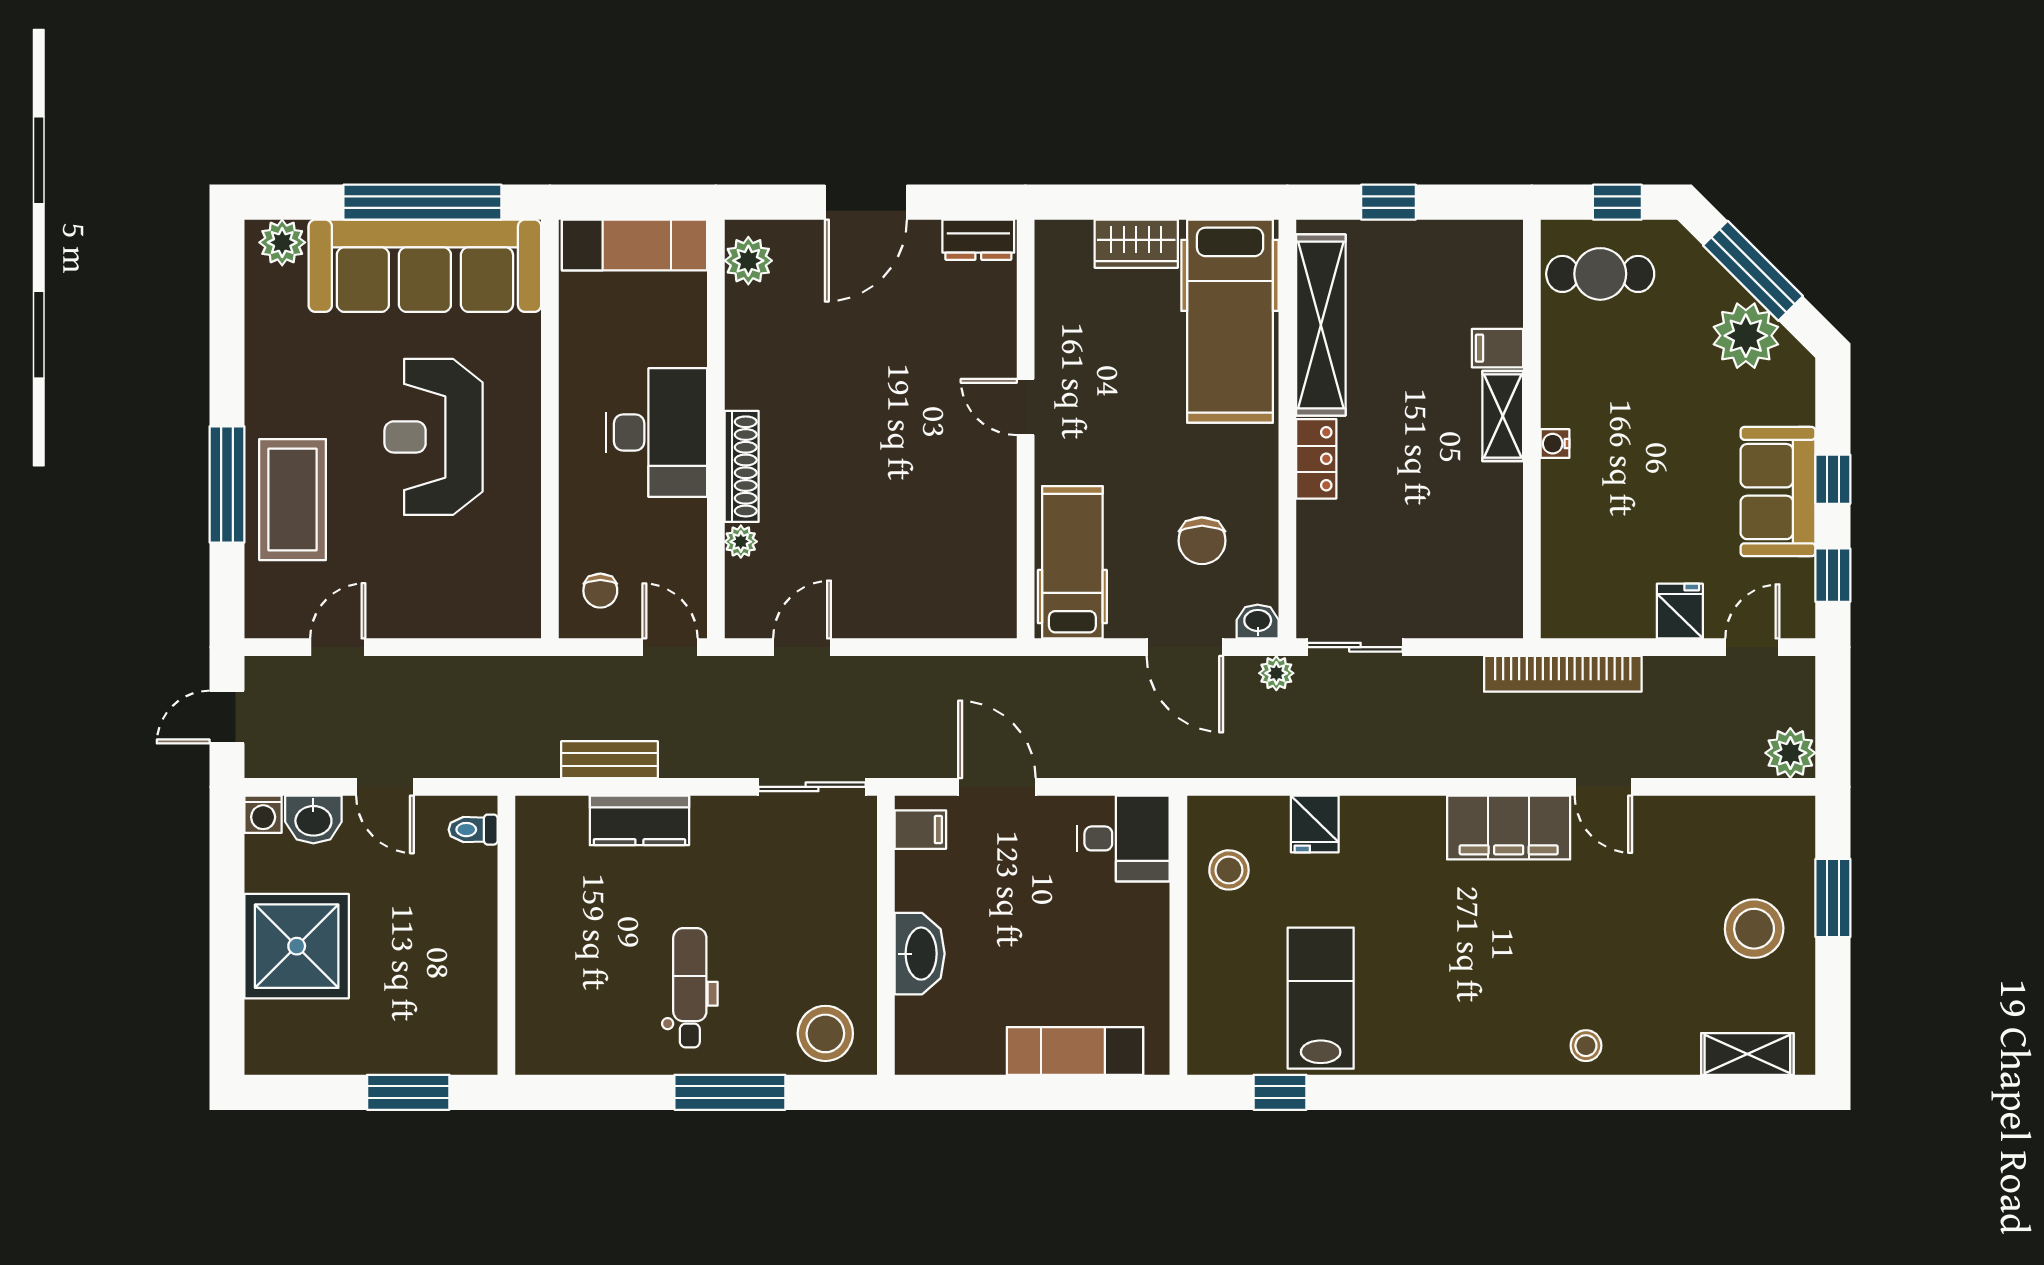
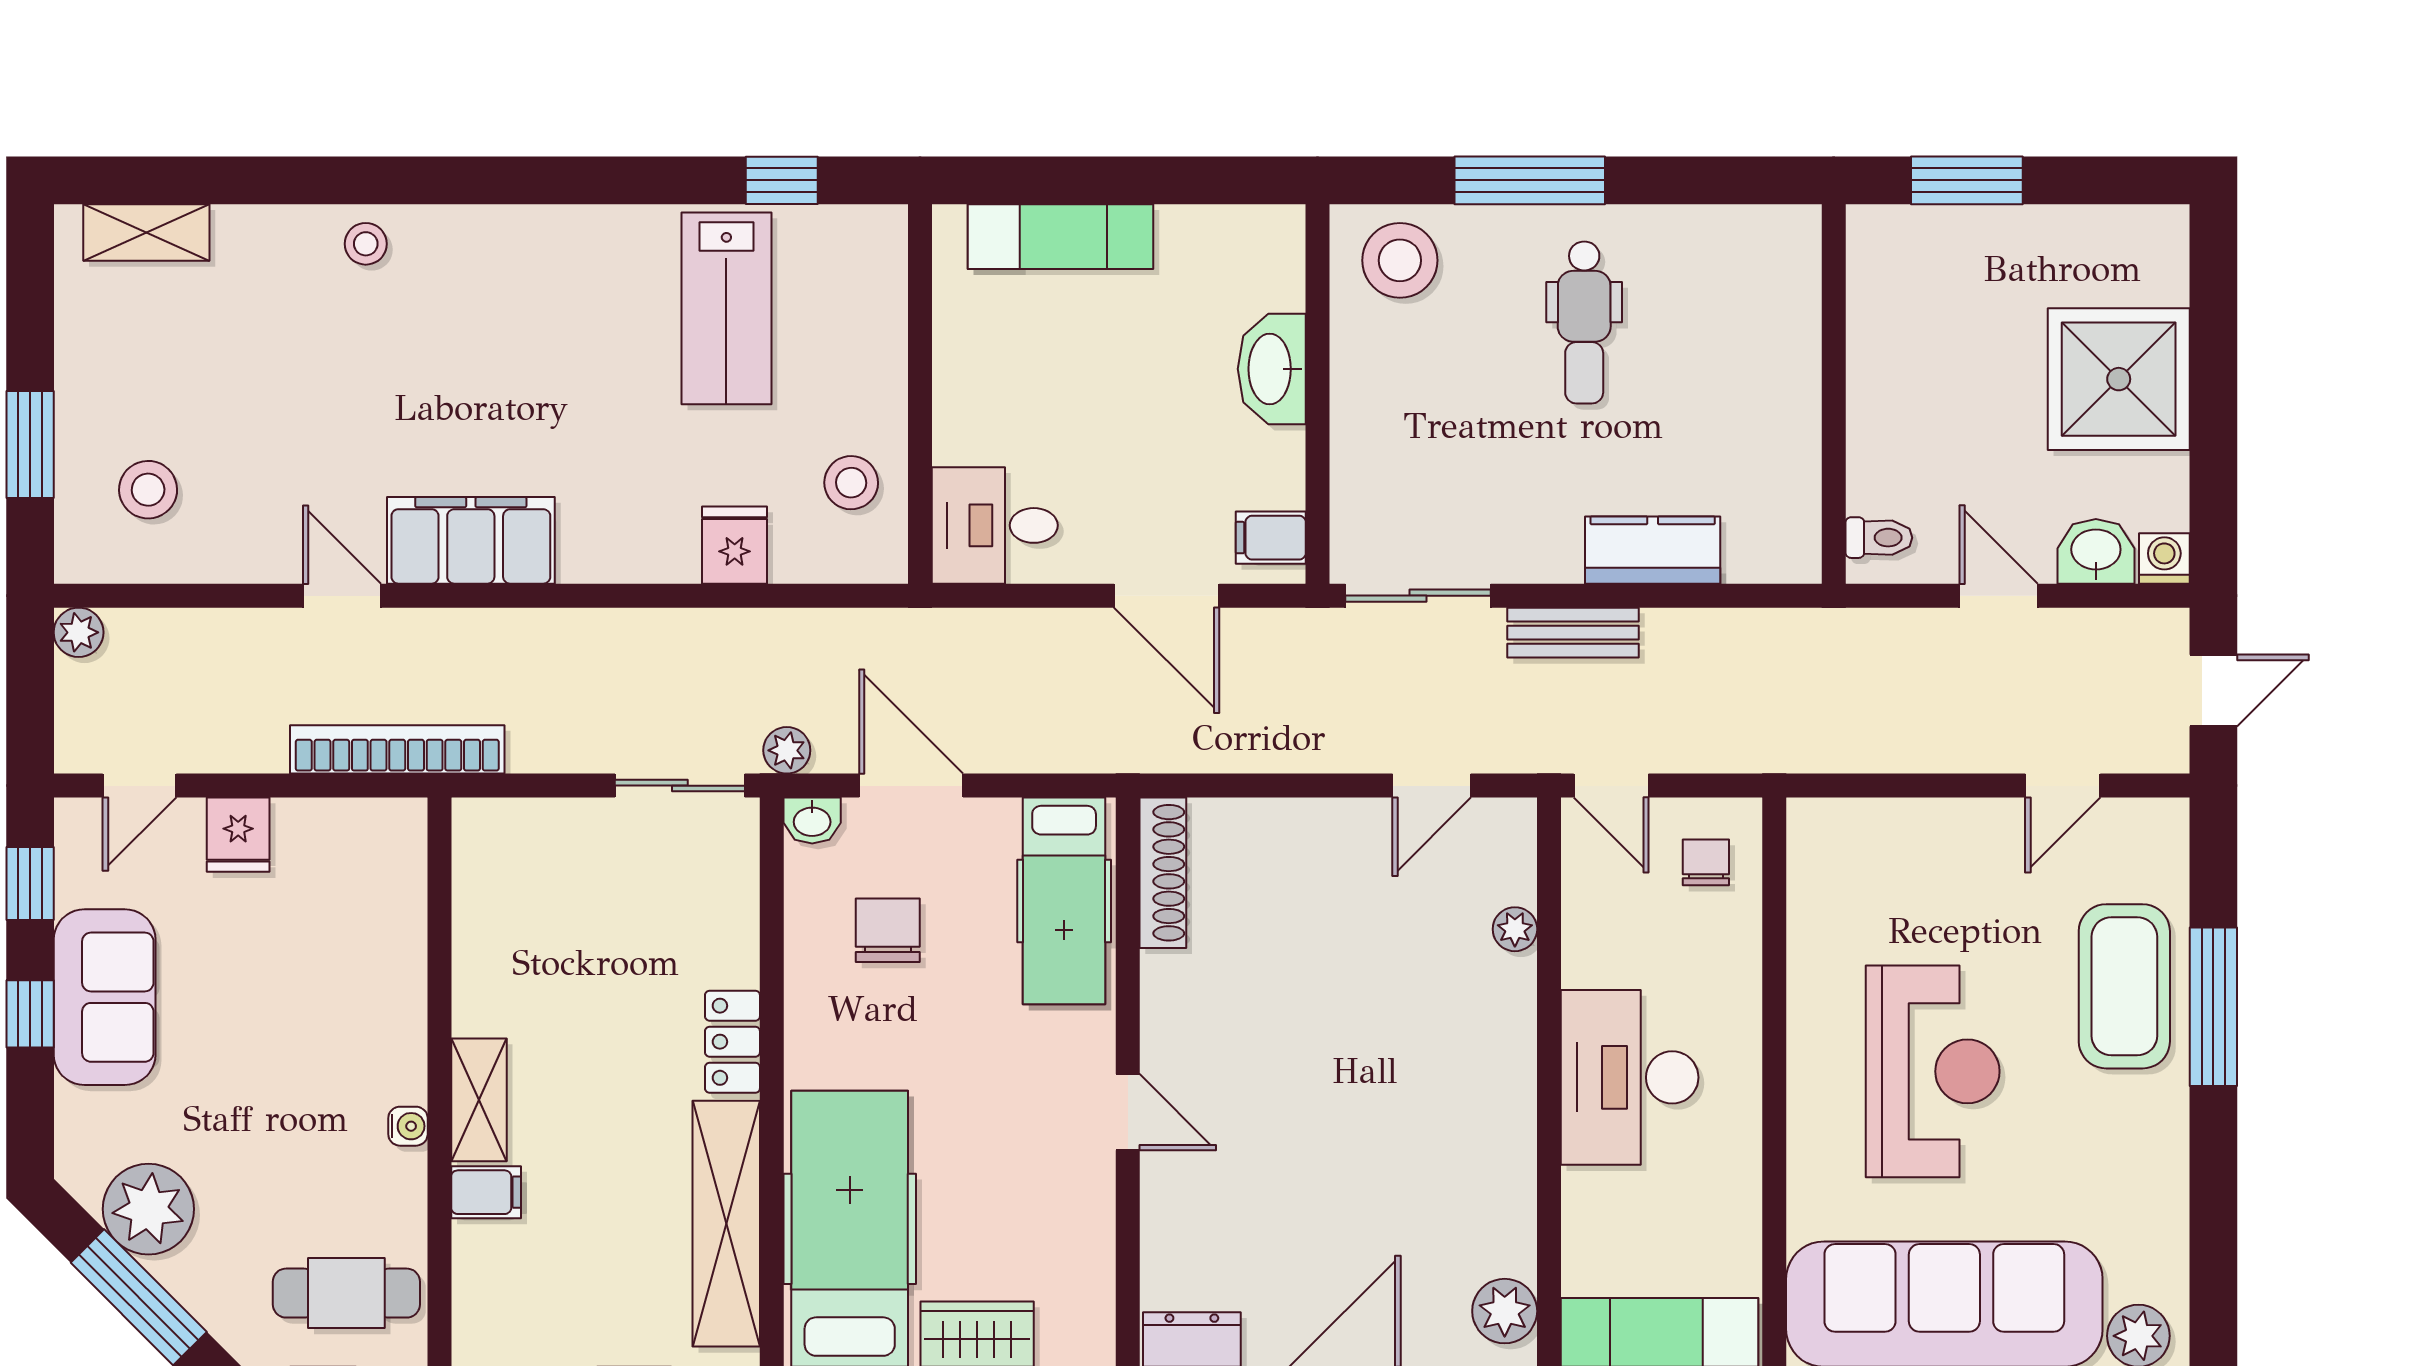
water cooler: (1555, 444) -> (408, 1126), moved
shoe rack: (742, 466) -> (1163, 873), moved, turned 180
plant: (1790, 753) -> (79, 632), width x0.73, depth x0.73
bench: (610, 760) -> (1573, 633), moved
stool: (1754, 929) -> (148, 490), moved, width x0.73, depth x0.73

